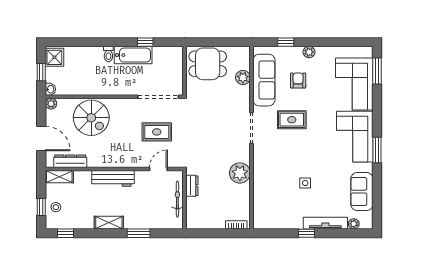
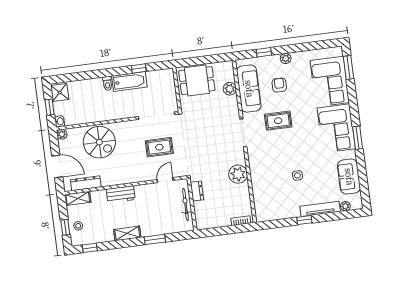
workbench: (113, 178) -> (121, 194), width x0.73

